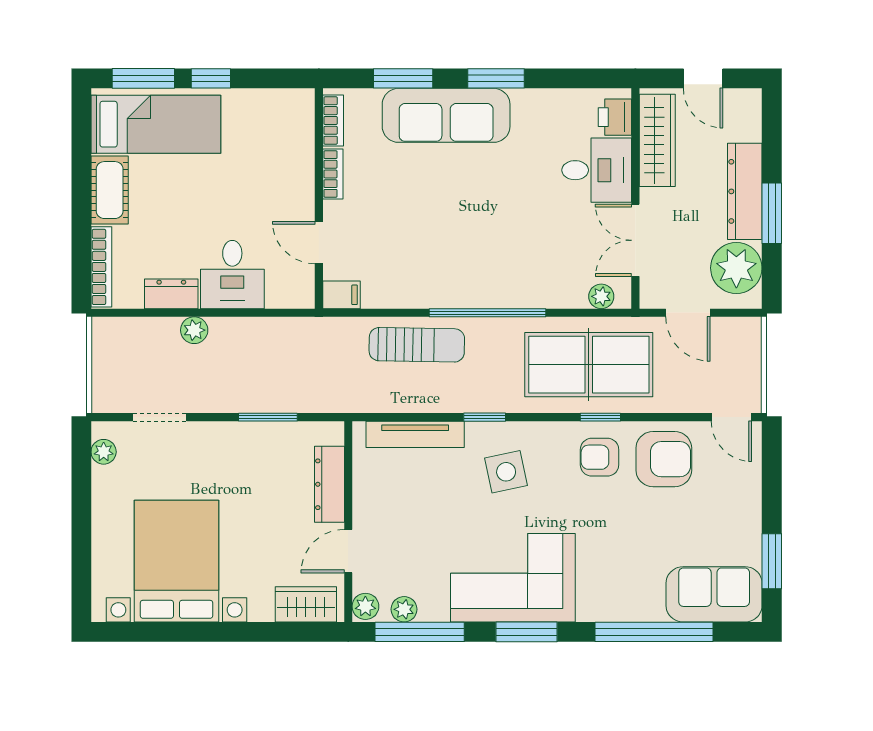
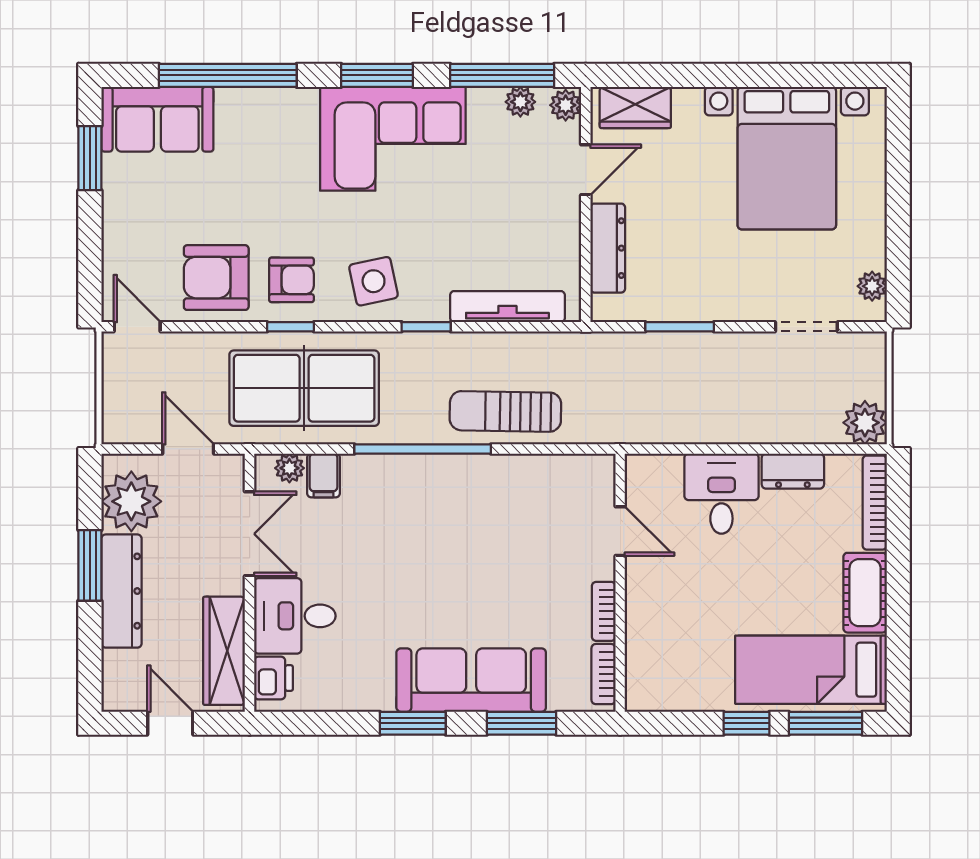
filing cabinet: (341, 295) -> (324, 475), moved, turned -90
plant: (194, 330) -> (865, 423), moved, width x1.38, depth x1.38
side table: (506, 472) -> (374, 281), moved

